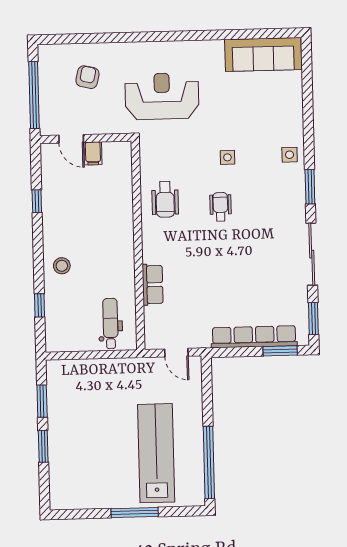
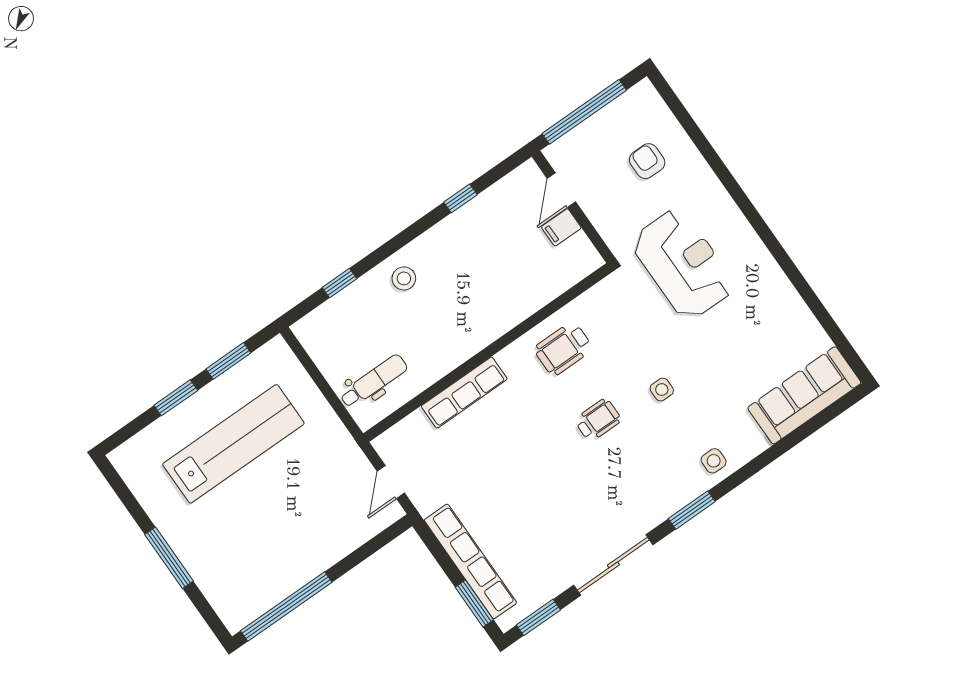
sofa: (263, 54) -> (804, 395), moved, turned 90
armchair: (87, 77) -> (647, 161), turned -103
row of seats: (153, 285) -> (464, 393), width x1.48
lab bench: (156, 453) -> (233, 444), moved

